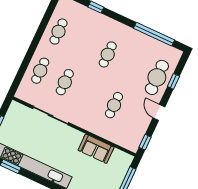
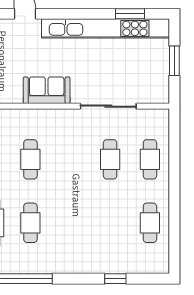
cafe table: (108, 54) -> (30, 223), moved
sofa: (96, 149) -> (47, 90), moved

